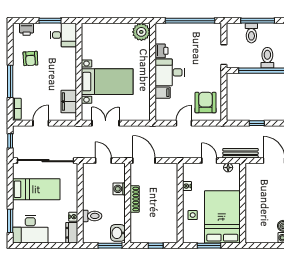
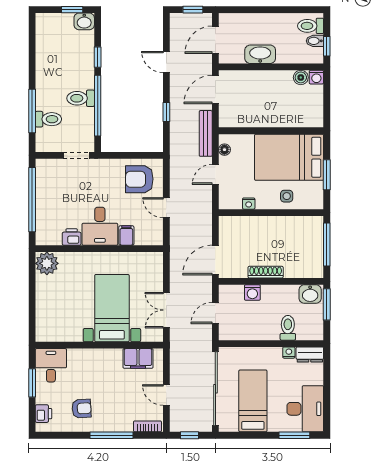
window: (156, 246) -> (327, 245), width x2.17

